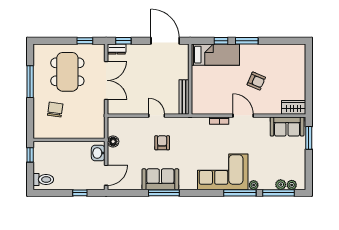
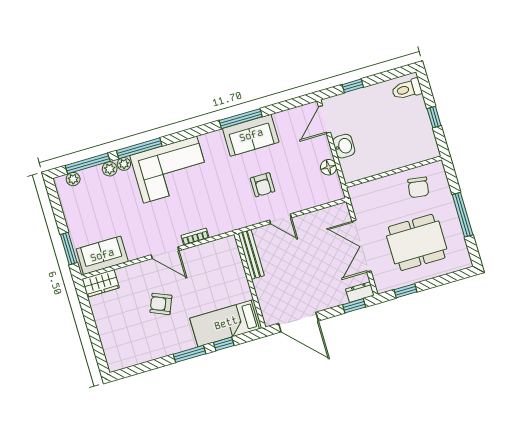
dining table: (67, 72) -> (417, 242), turned 90
wall: (69, 140) -> (394, 172), moved
plant: (281, 185) -> (110, 169), moved

